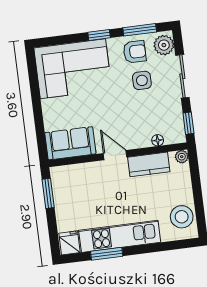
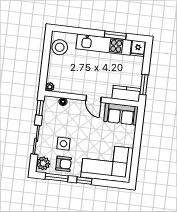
armchair: (135, 52) -> (64, 164), turned 180
kitchen counter: (149, 164) -> (126, 93), moved

